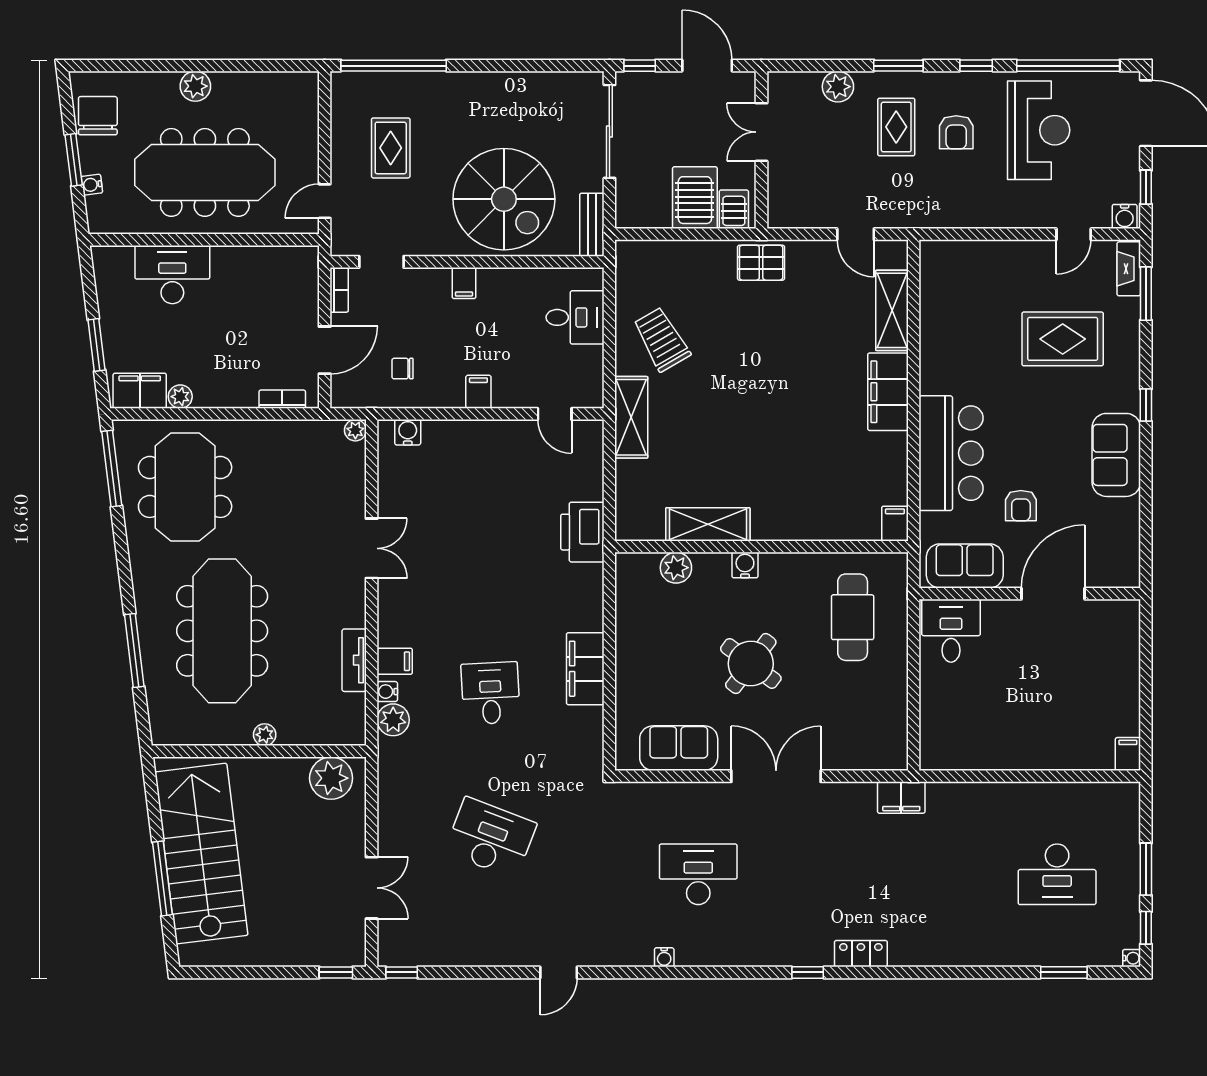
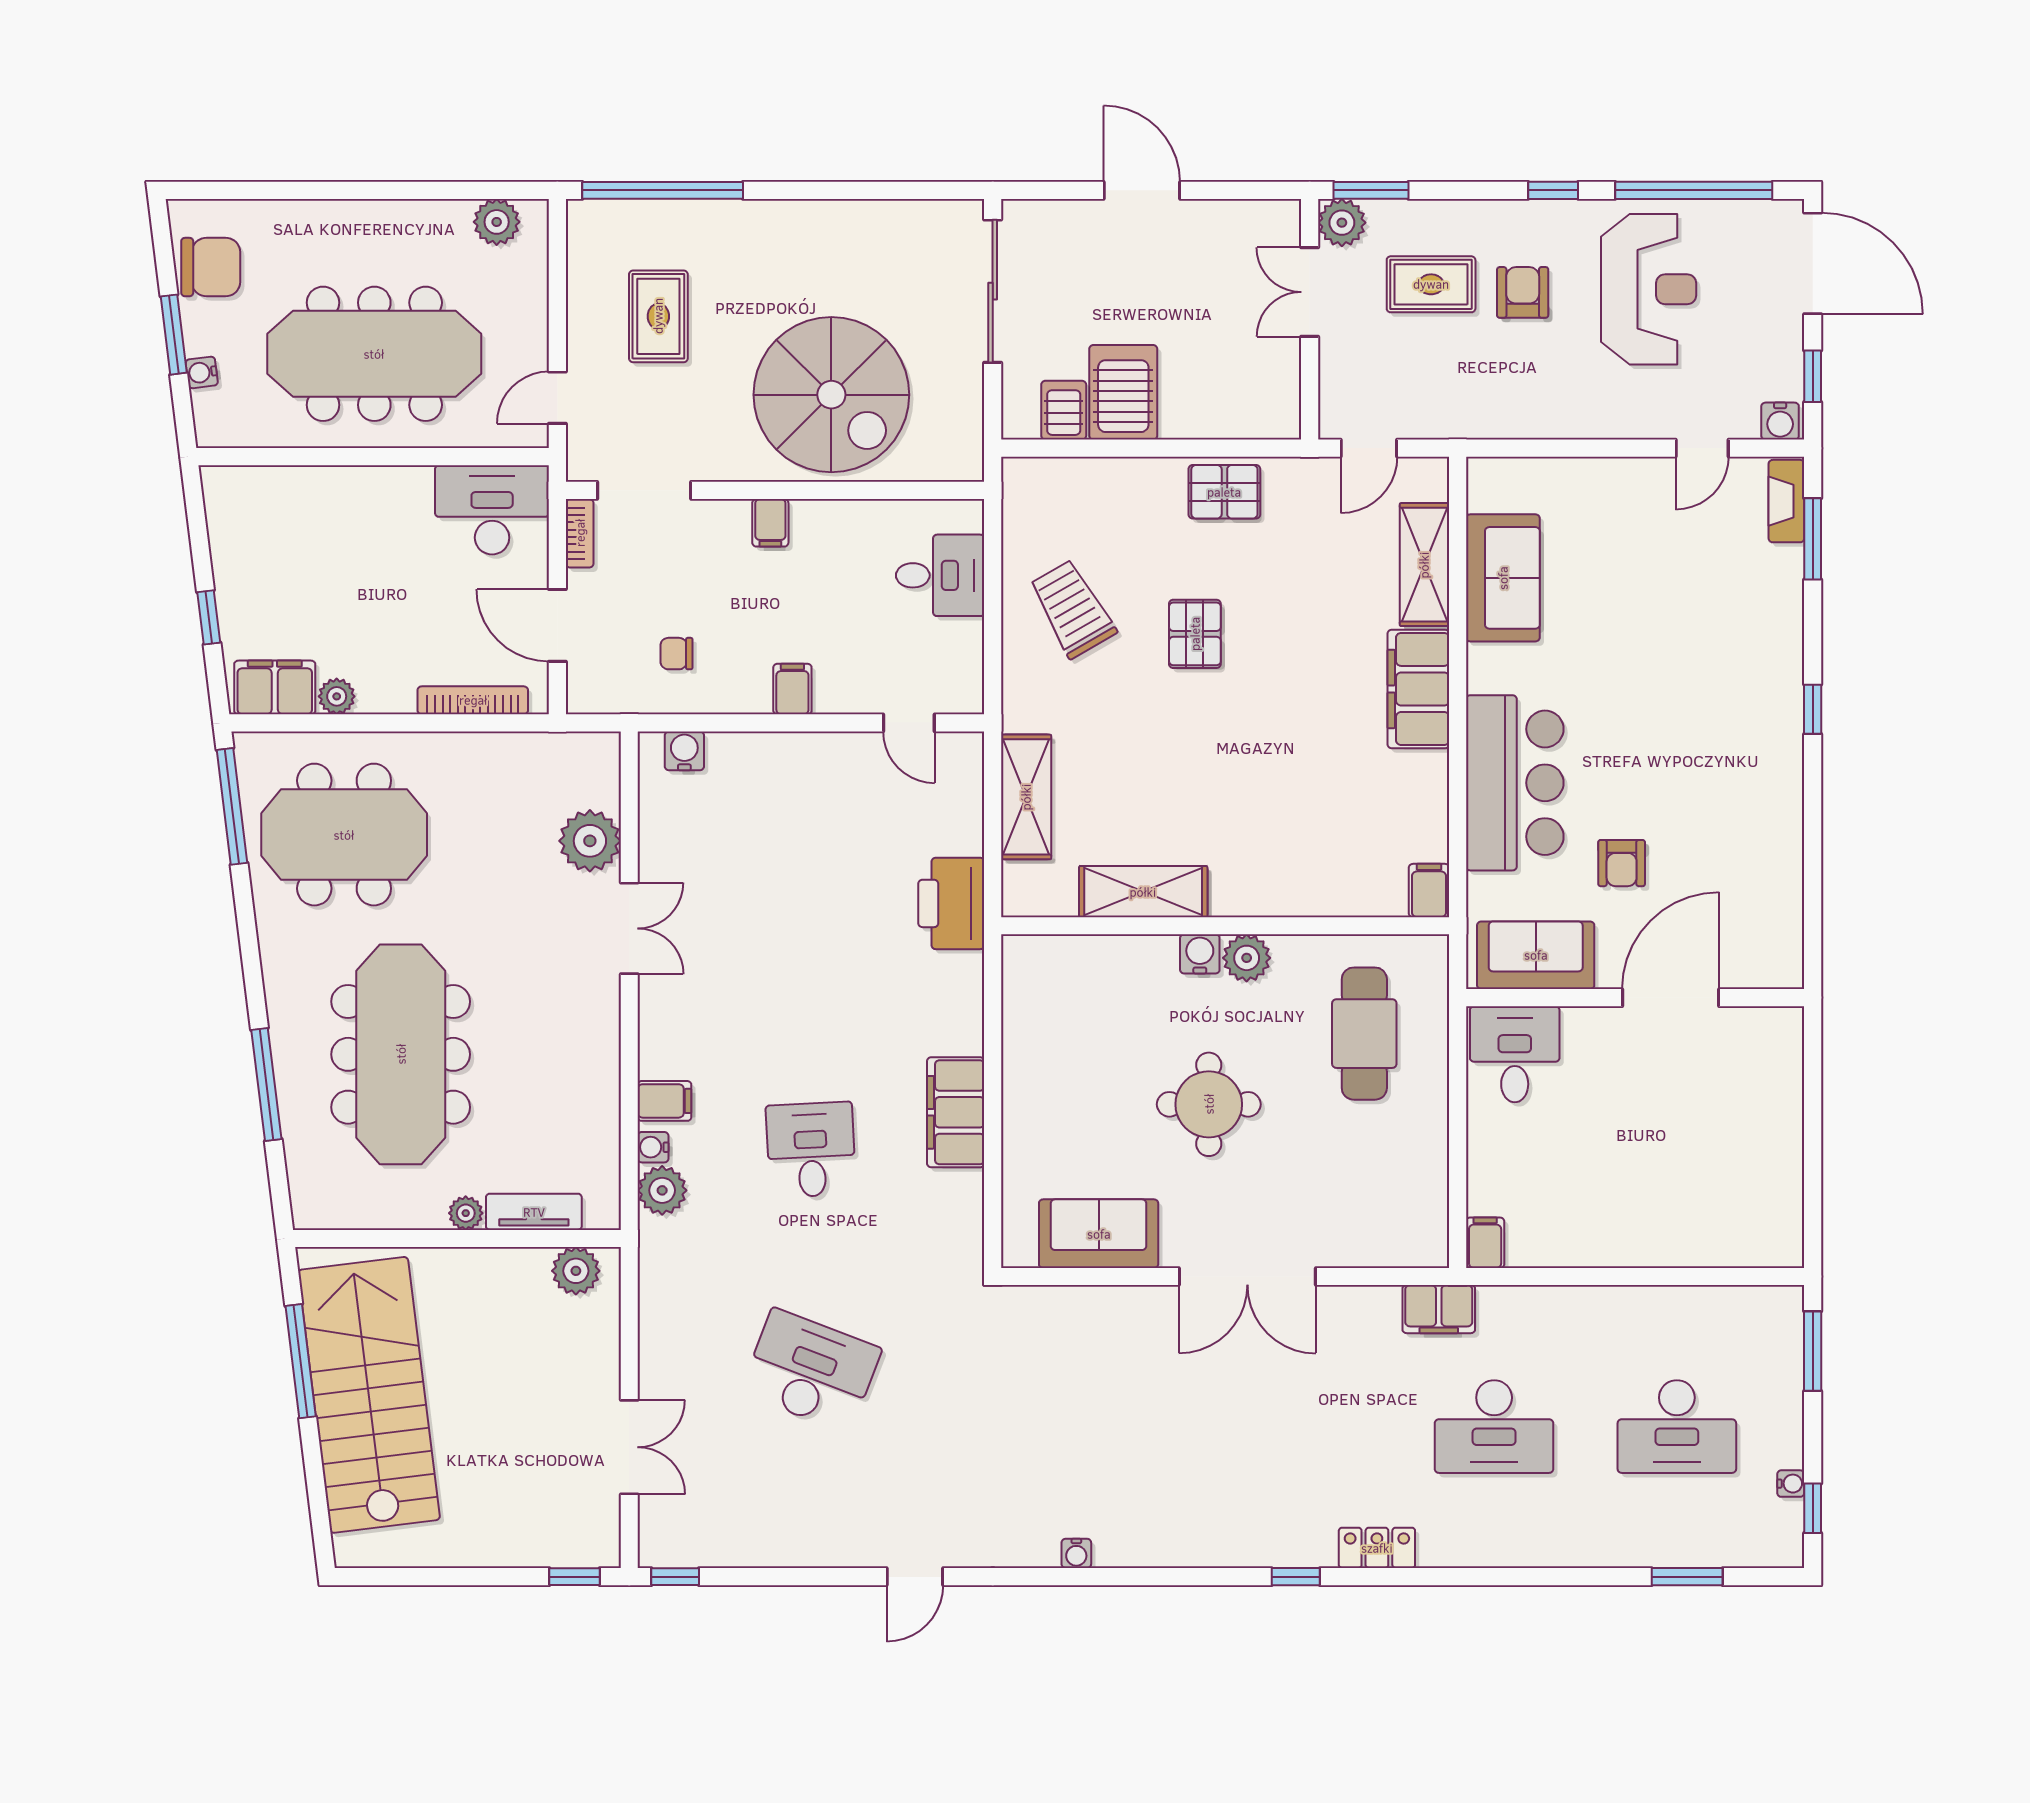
window: (640, 66) -> (1039, 190), removed
window: (898, 66) -> (1371, 190), moved
plant: (195, 86) -> (497, 222), moved
chair: (98, 116) -> (211, 267), turned 90
rug: (896, 127) -> (1431, 284), turned 90
double door: (762, 132) -> (1310, 292), moved
armchair: (956, 132) -> (1523, 292), turned 180
wall: (762, 150) -> (1310, 319), moved
server rack: (734, 209) -> (1064, 410), moved
bench: (592, 225) -> (966, 434), removed
door: (856, 234) -> (1369, 448), hinge flipped
doorway: (381, 262) -> (644, 490), width x1.38
desk: (172, 275) -> (492, 510), moved
rug: (1063, 339) -> (1685, 608), removed
window: (96, 345) -> (209, 617), width x0.67
door: (325, 350) -> (557, 625), swing flipped
pallet: (742, 356) -> (1195, 634), added
bookcase: (282, 399) -> (473, 700), width x1.56
shelving: (631, 417) -> (1026, 797), moved
plant: (355, 430) -> (590, 841), moved, width x1.88, depth x1.88
sofa: (1116, 455) -> (1503, 578), moved, turned 180
meeting table: (185, 487) -> (344, 835), turned 90
plant: (676, 568) -> (1247, 958), moved
tv unit: (354, 660) -> (534, 1212), moved, turned 90
round table: (751, 663) -> (1209, 1104), turned -37
filing cabinet: (1128, 754) -> (1485, 1243), moved
double door: (776, 776) -> (1247, 1277), swing flipped
plant: (331, 778) -> (576, 1271), width x0.73, depth x0.73
window: (1146, 869) -> (1813, 1351), moved
desk: (698, 874) -> (1494, 1427), moved, turned 180
window: (162, 878) -> (301, 1361), moved
water cooler: (1132, 958) -> (1791, 1484), moved

